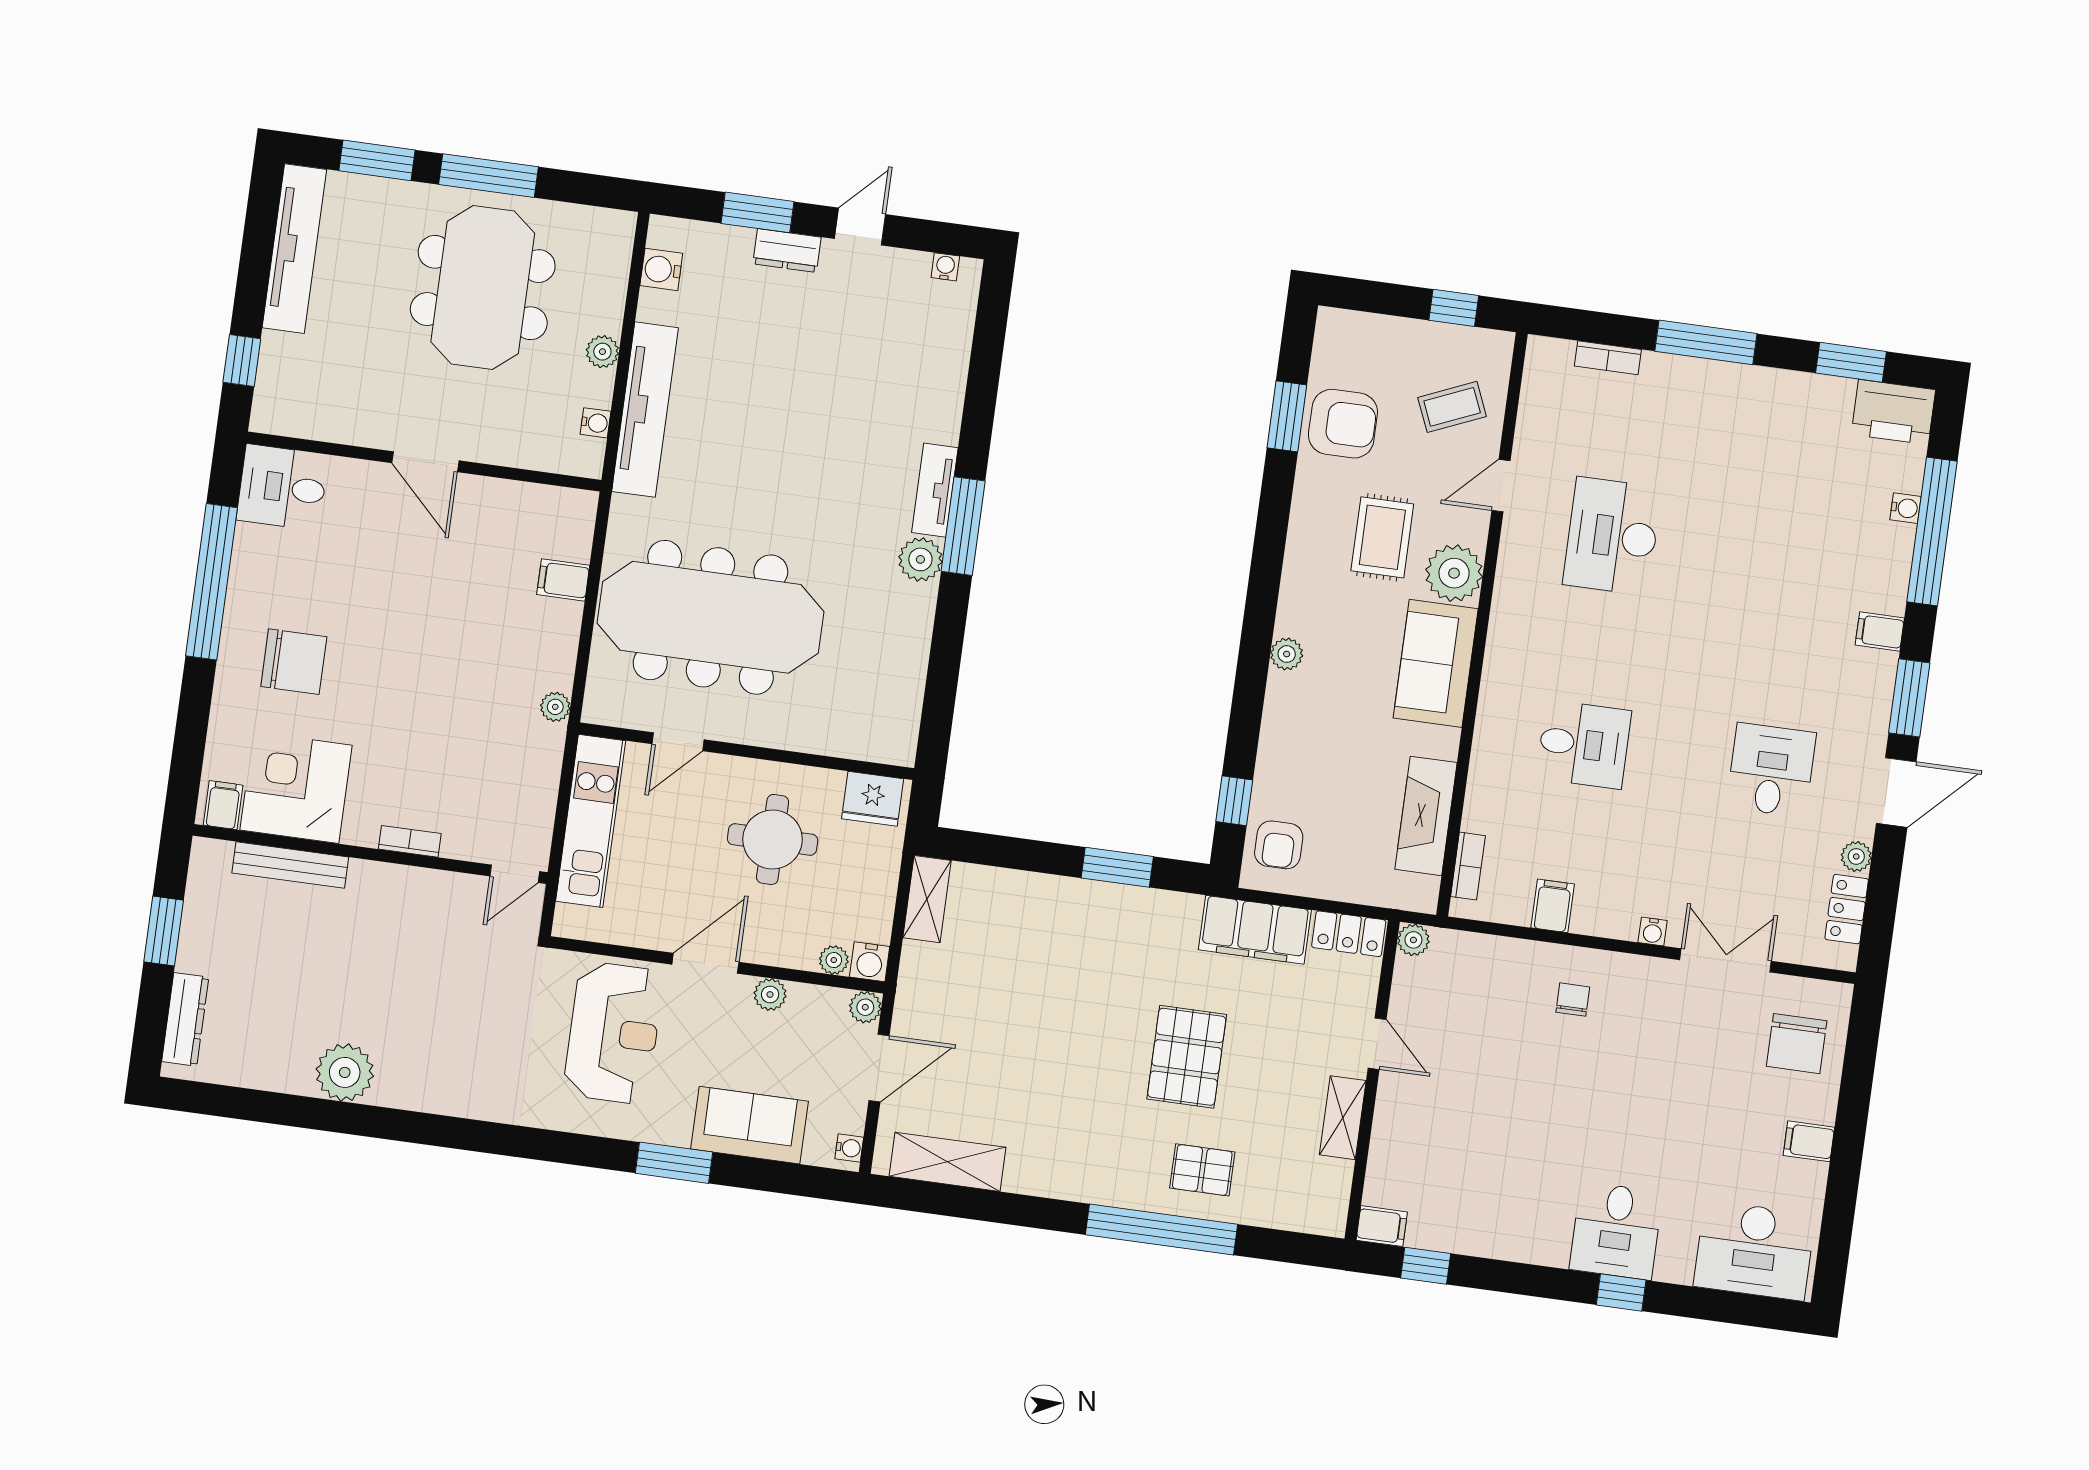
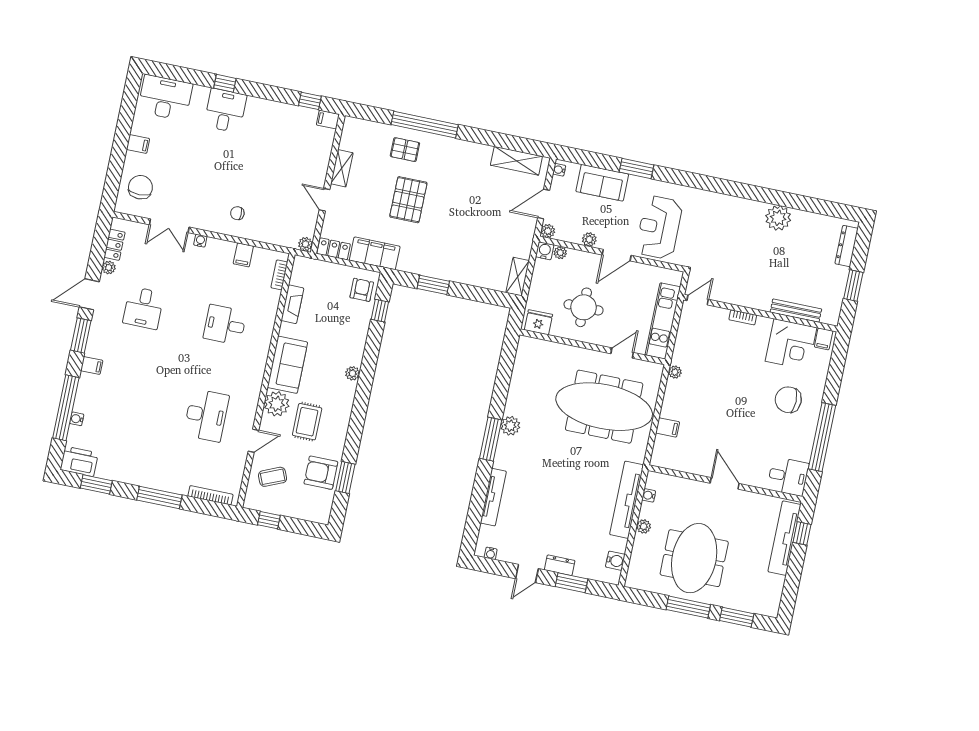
tv unit: (294, 249) -> (784, 538), moved
bookcase: (1608, 358) -> (210, 495), width x1.56
tv unit: (935, 490) -> (493, 497), moved, width x1.41
fireplace: (1426, 816) -> (292, 304), width x0.73, depth x0.76
chair: (1573, 1000) -> (237, 213), turned 90

